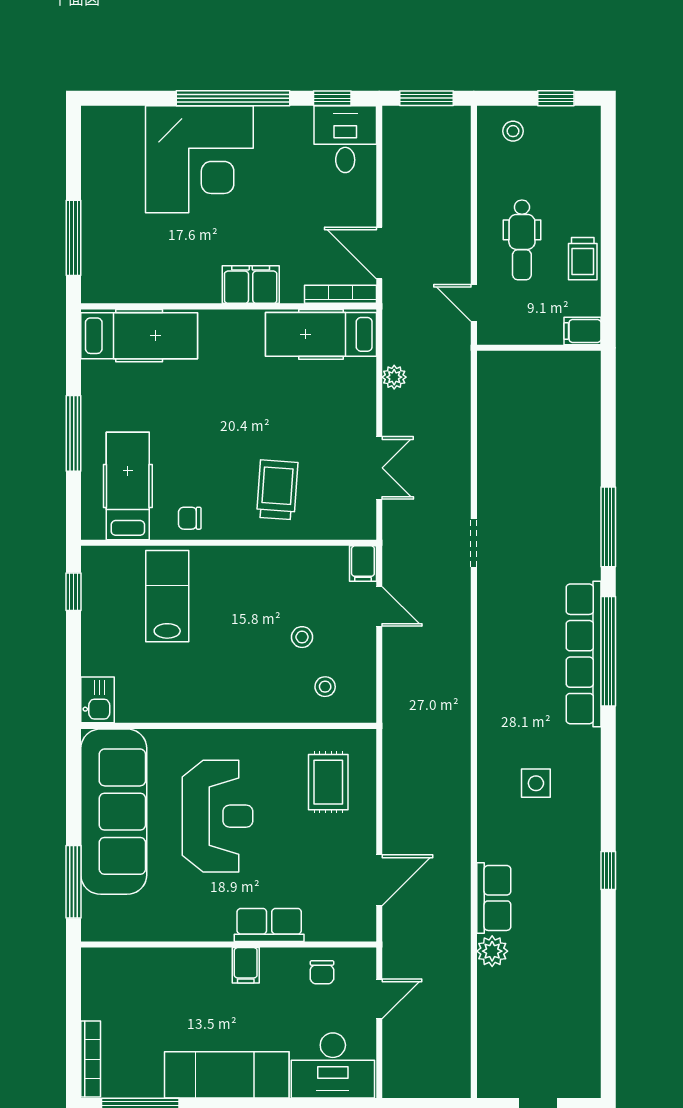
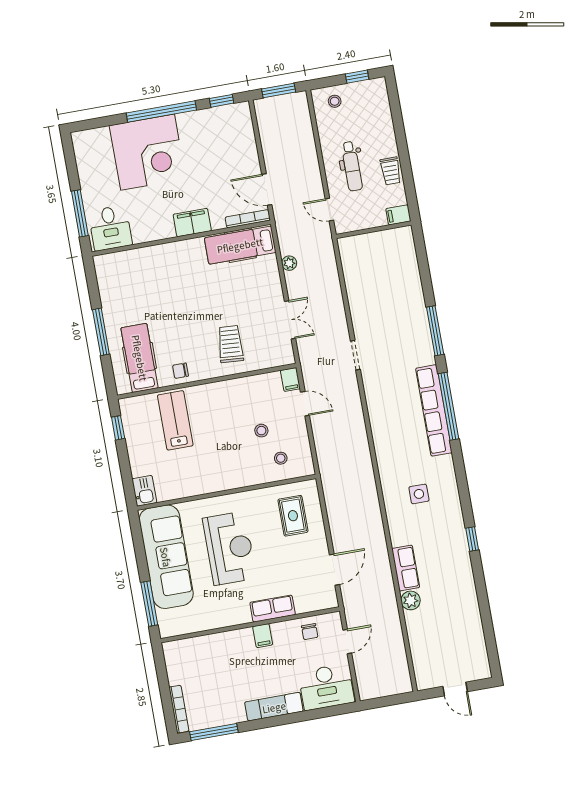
desk: (345, 139) -> (110, 228), moved, turned 180
hospital bed: (139, 336) -> (130, 266), removed
exam couch: (227, 1075) -> (274, 707), width x0.73, depth x0.69

